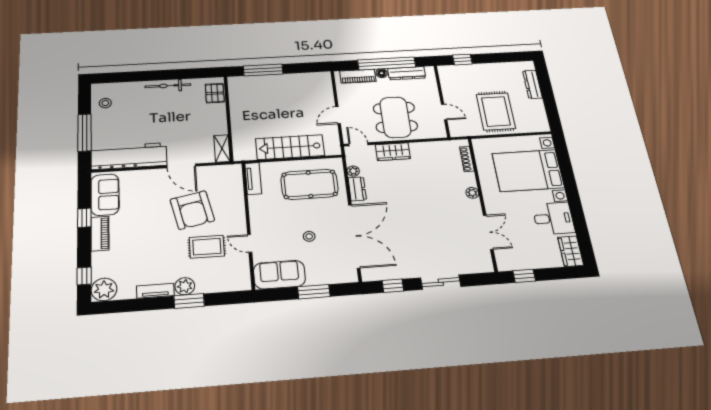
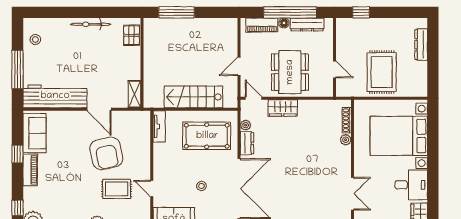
plant: (472, 193) -> (346, 140), moved

